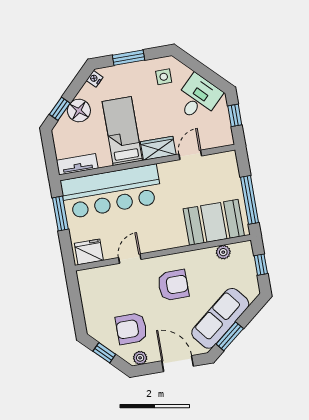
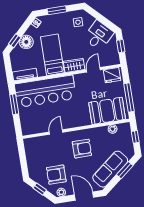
fridge: (89, 252) -> (112, 75), moved, turned 180
window: (230, 336) -> (125, 170), moved

